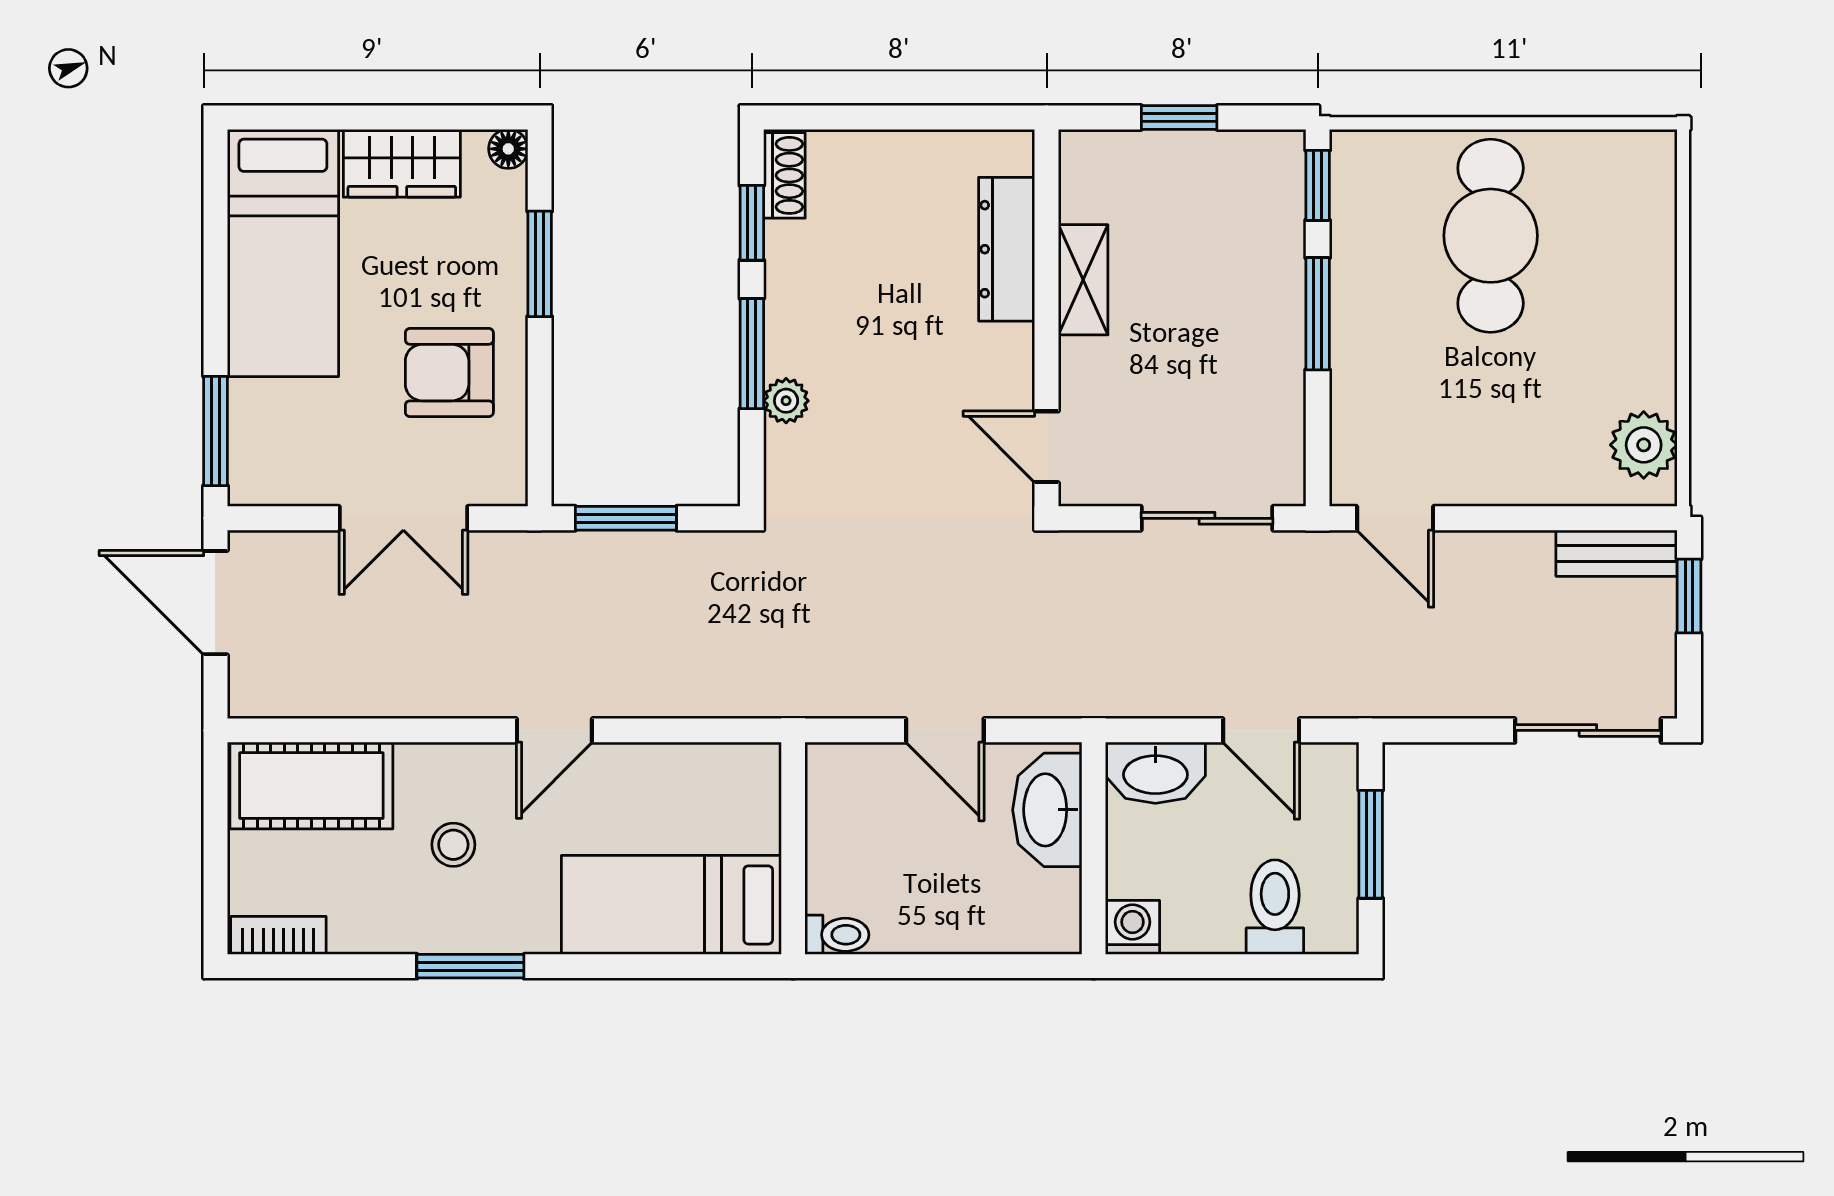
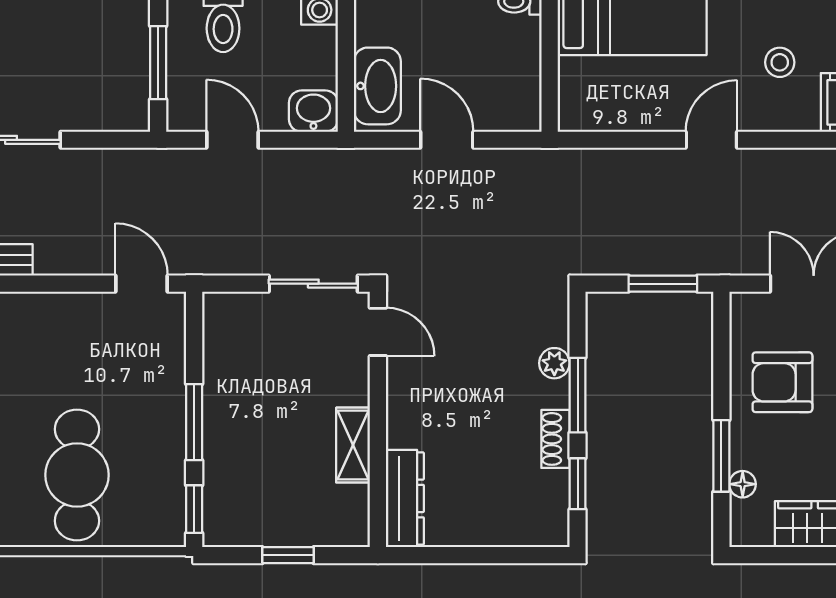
floor lamp: (508, 149) -> (743, 484), moved
shoe rack: (784, 175) -> (555, 439), moved
dresser: (1007, 249) -> (405, 498), moved
armchair: (449, 373) -> (782, 382), turned 180
sliding door: (1207, 518) -> (313, 284), moved
washbasin: (1155, 773) -> (313, 111), width x0.72

